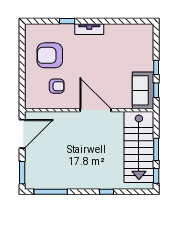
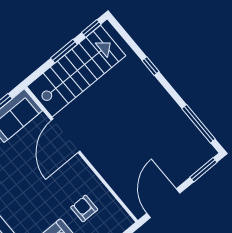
door: (96, 110) -> (66, 136), moved
door: (22, 134) -> (163, 203), hinge flipped

